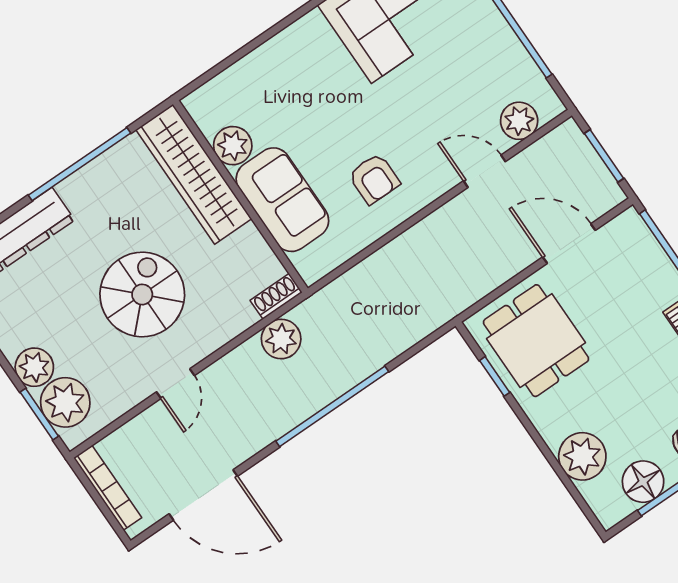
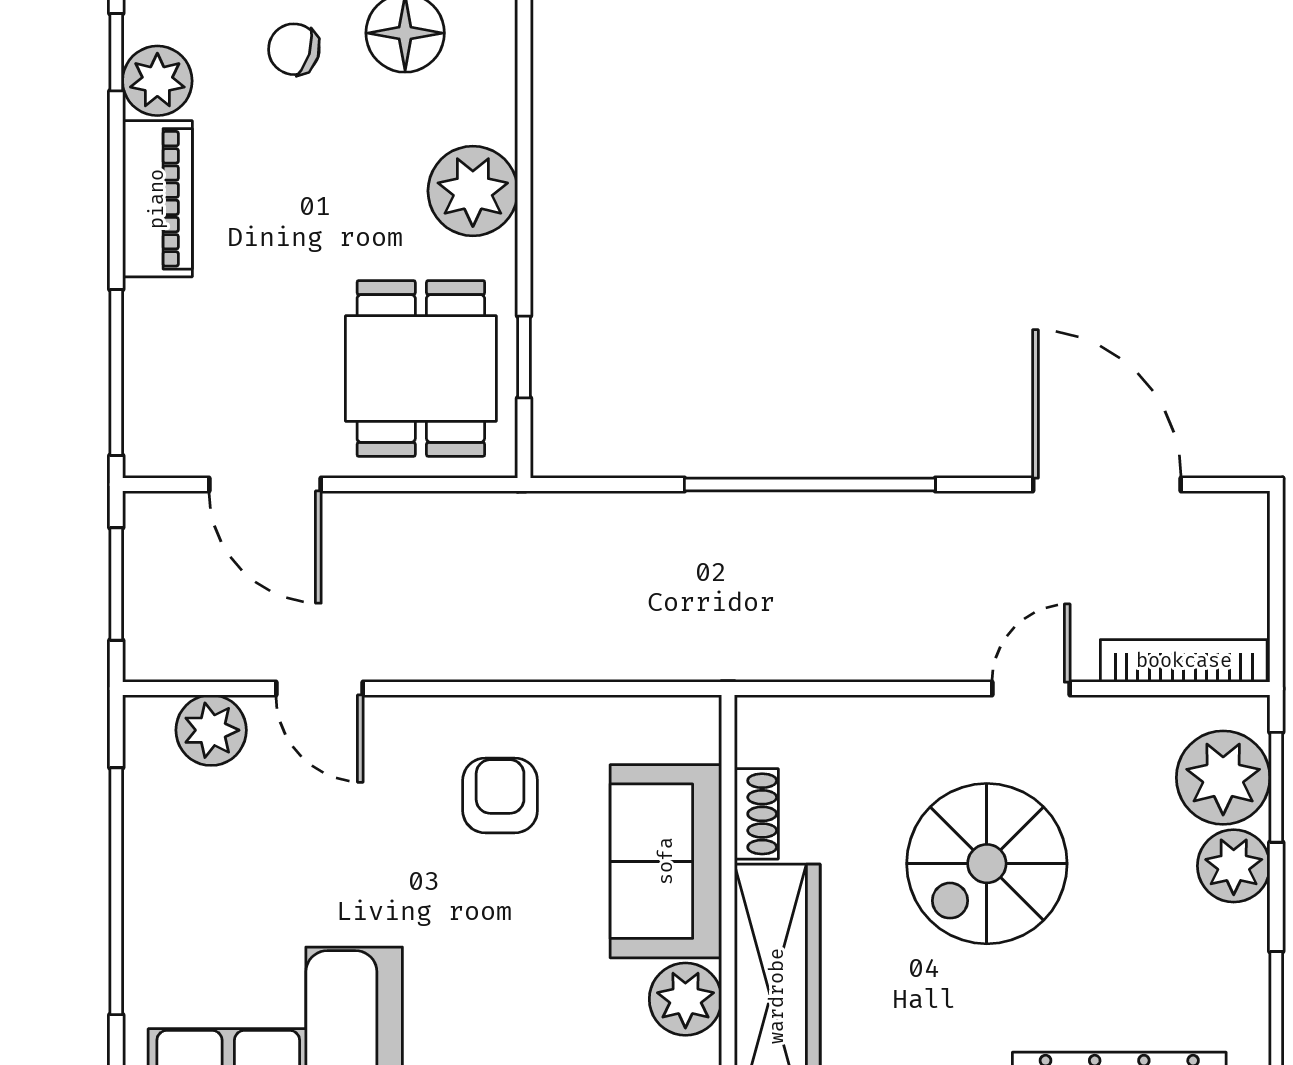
shoe rack: (276, 296) -> (756, 814), moved, turned -90
plant: (281, 339) -> (818, 645), removed
plant: (582, 456) -> (473, 191), moved
bookcase: (108, 488) -> (1184, 661), moved, turned 90

